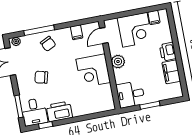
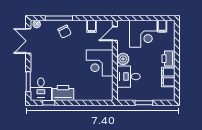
chair: (41, 77) -> (53, 60), removed
desk: (131, 94) -> (129, 77), moved

